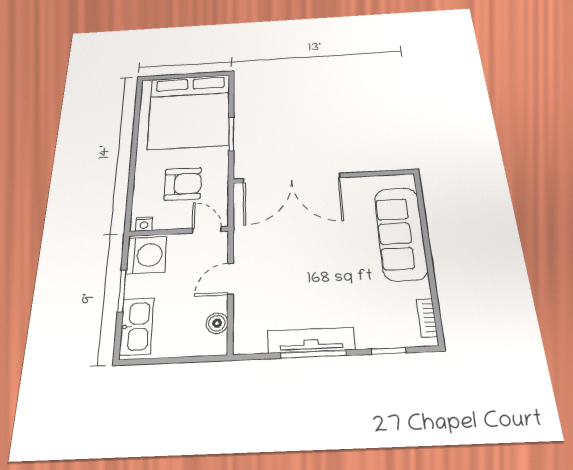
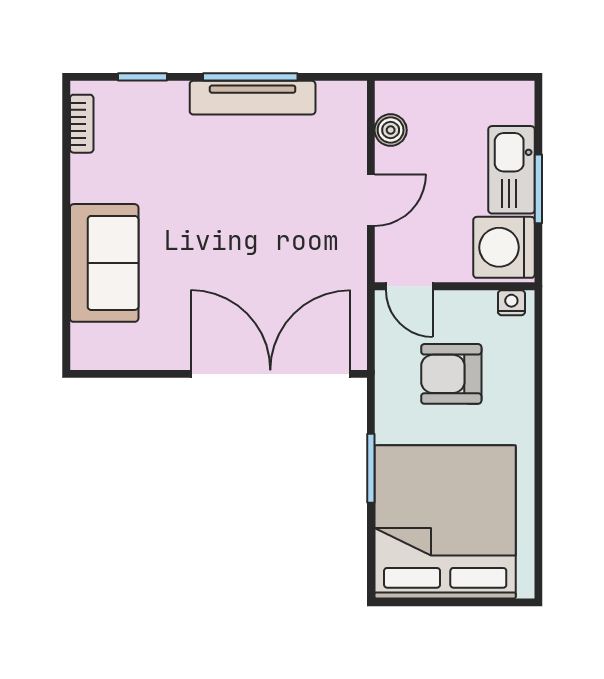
sofa: (401, 233) -> (104, 263), width x0.73
kitchen sink: (137, 326) -> (511, 170), moved

